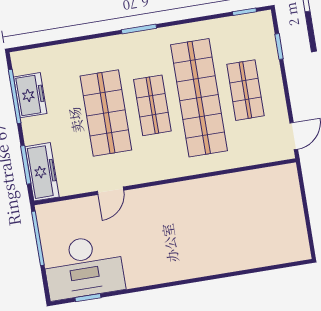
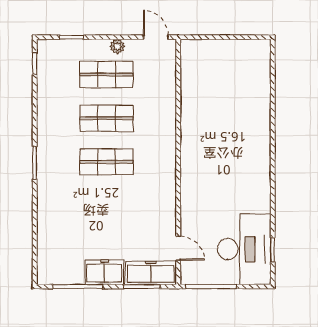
freezer: (30, 95) -> (104, 272), moved
plant: (277, 97) -> (117, 46), added
shop shelf: (199, 98) -> (106, 118), width x0.50, depth x0.74
shop shelf: (106, 113) -> (106, 206), removed
door: (110, 191) -> (178, 248), moved

